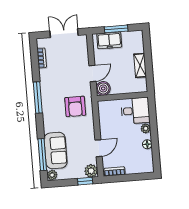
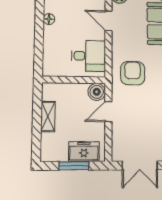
desk: (135, 111) -> (89, 56), moved, turned 180
plant: (146, 128) -> (49, 38), removed
door: (99, 148) -> (108, 21), hinge flipped

